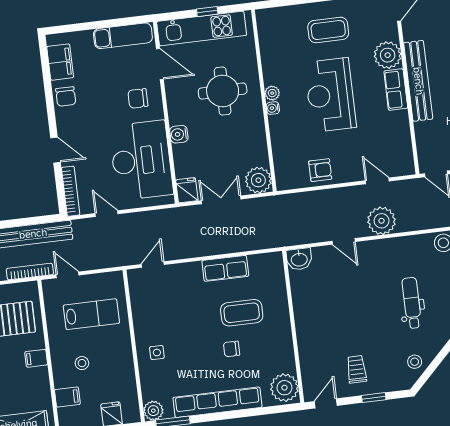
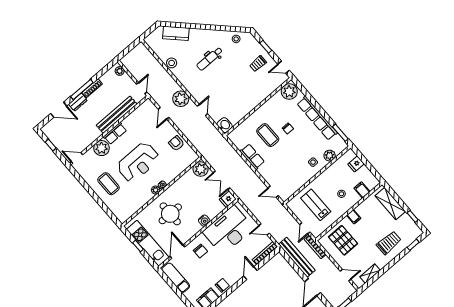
bench: (418, 81) -> (117, 115), moved
door: (107, 214) -> (264, 229), hinge flipped
plant: (153, 411) -> (330, 156), moved

